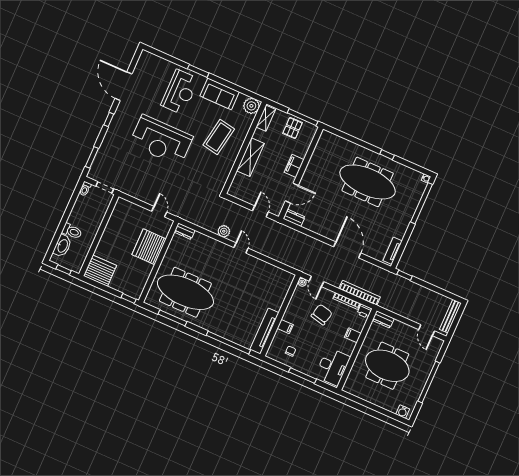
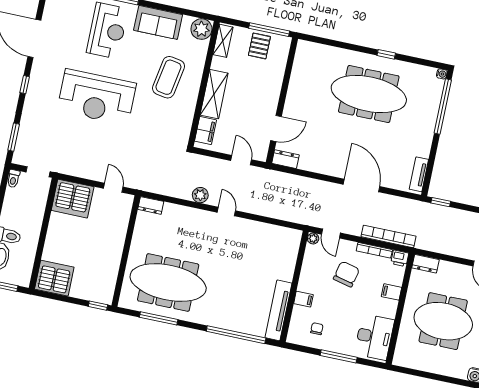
filing cabinet: (294, 166) -> (205, 131), moved, turned 180
server rack: (149, 247) -> (73, 199), moved, turned -90

